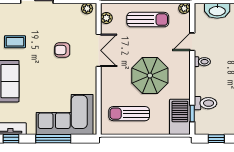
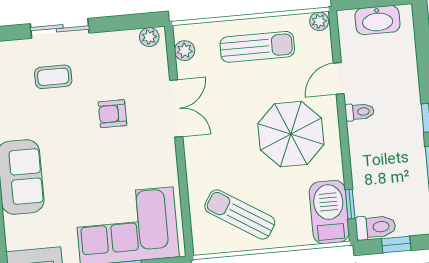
coffee table: (15, 42) -> (53, 77), moved
parasol: (150, 76) -> (291, 134), moved
toilet: (205, 103) -> (376, 227), moved
sun lounger: (129, 114) -> (240, 214), turned 32

